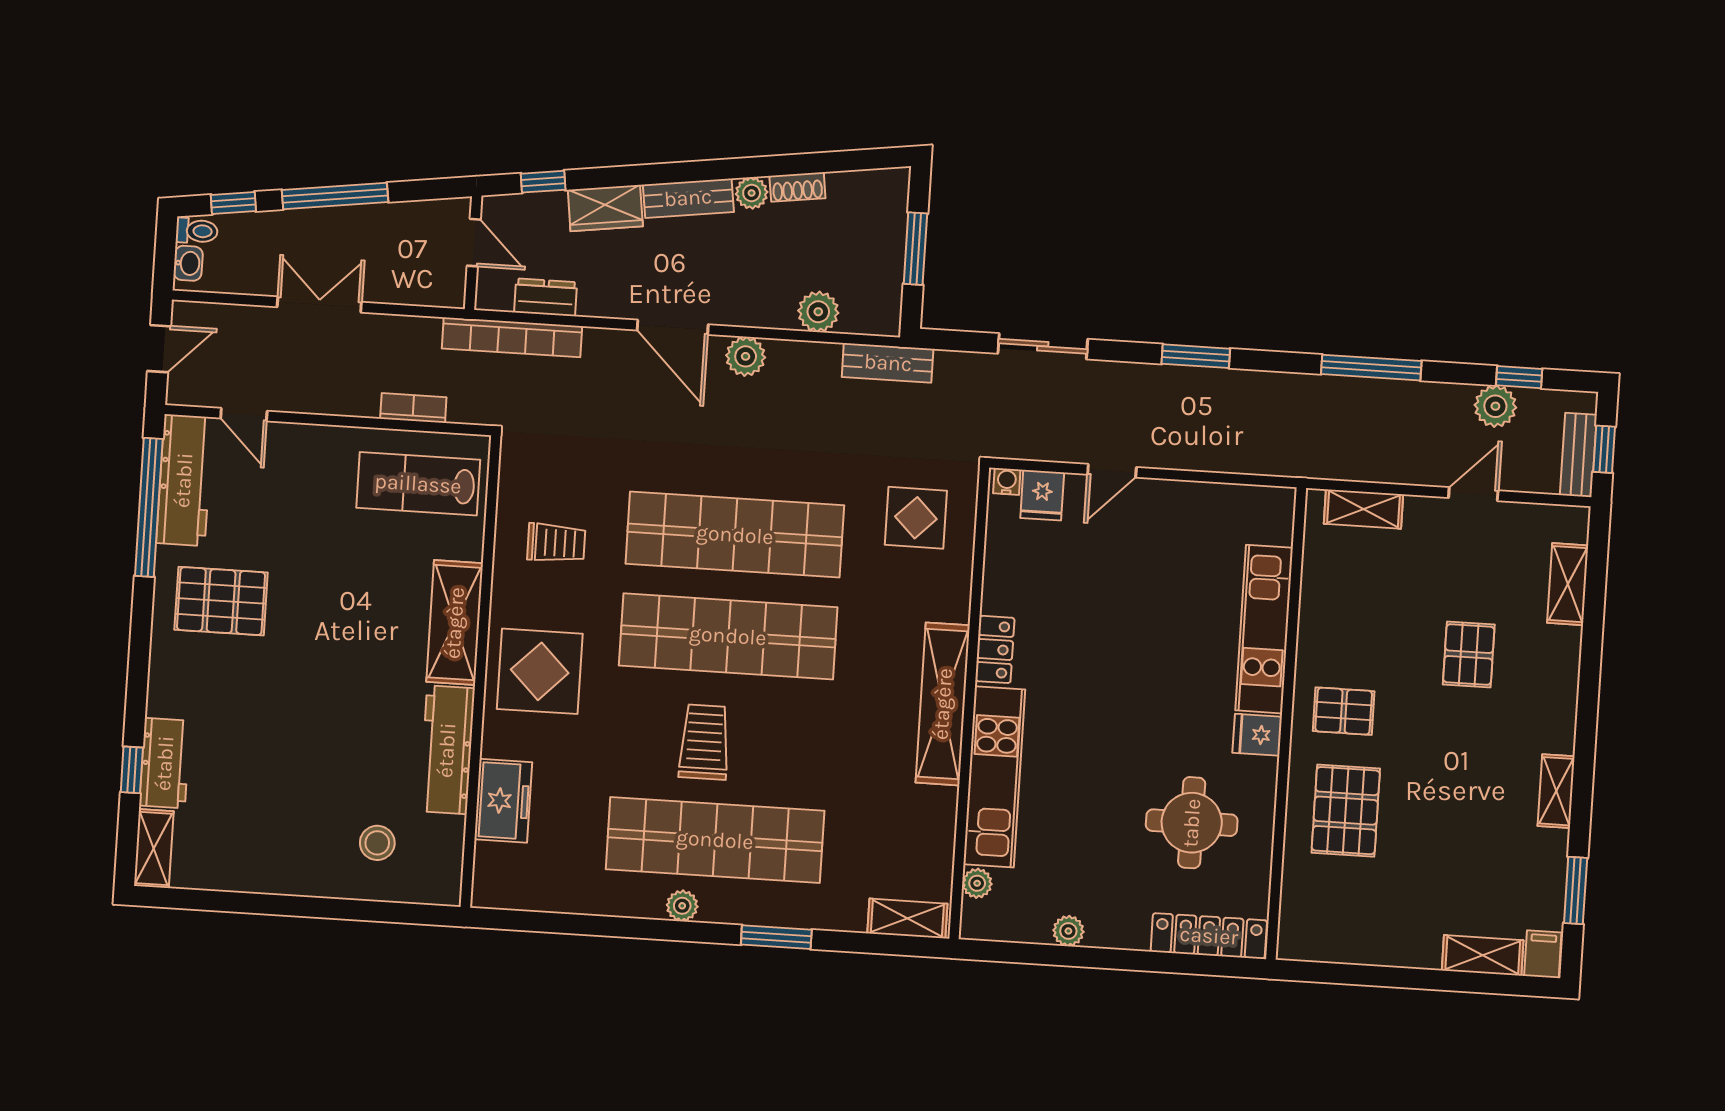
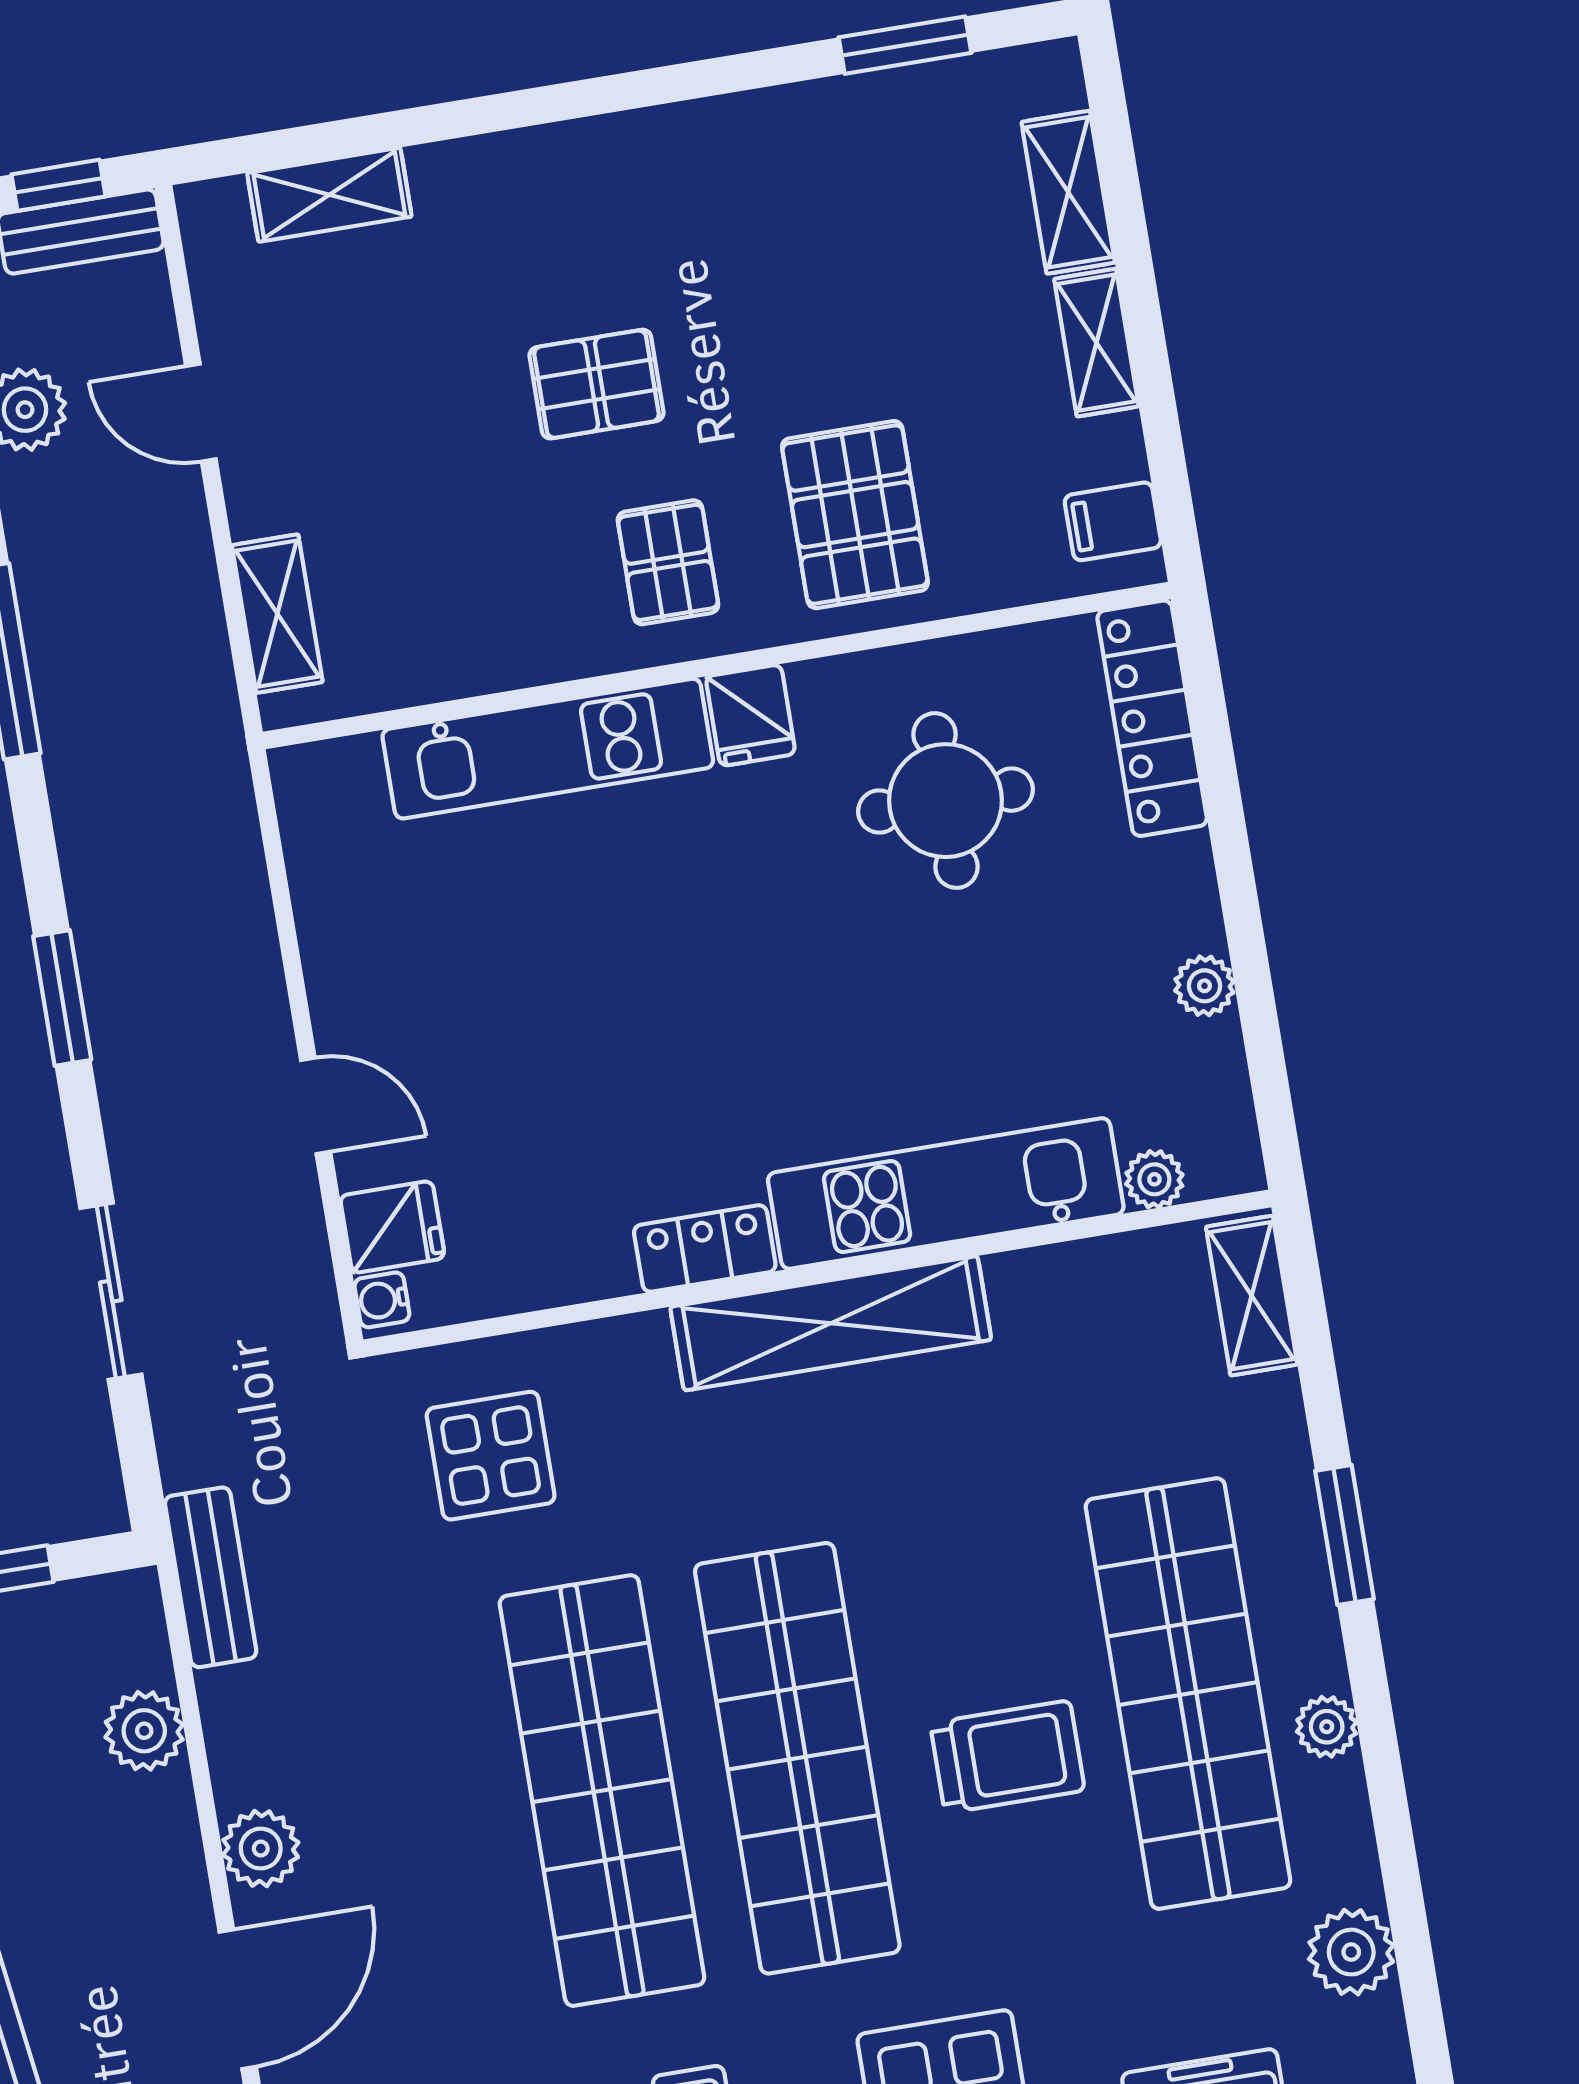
pallet: (1469, 654) -> (596, 384), moved
trolley: (704, 742) -> (1008, 1757), turned 180
shelving: (1556, 791) -> (1096, 343), moved, turned 90
pallet: (1346, 811) -> (855, 515), turned 90
plant: (566, 892) -> (1351, 1952), added
filing cabinet: (1543, 954) -> (1113, 521), moved

